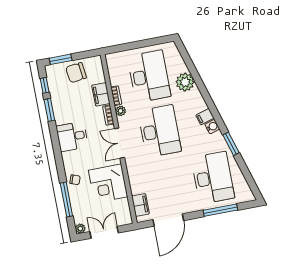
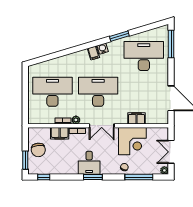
plant: (185, 82) -> (63, 64), removed
window: (49, 110) -> (93, 177), moved
filing cabinet: (140, 205) -> (136, 118), moved
window: (220, 210) -> (171, 44), moved

